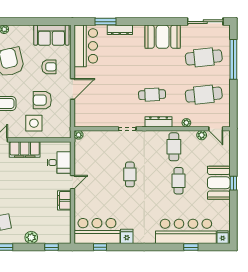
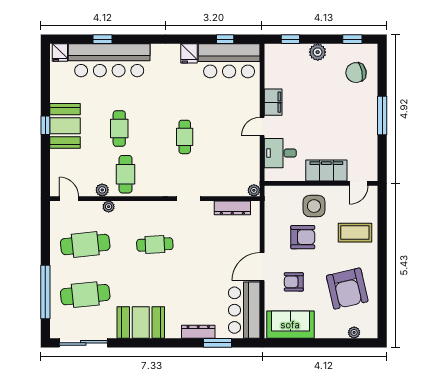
door: (72, 89) -> (262, 267), moved
dresser: (159, 122) -> (232, 208), moved
plant: (202, 135) -> (102, 190), moved

